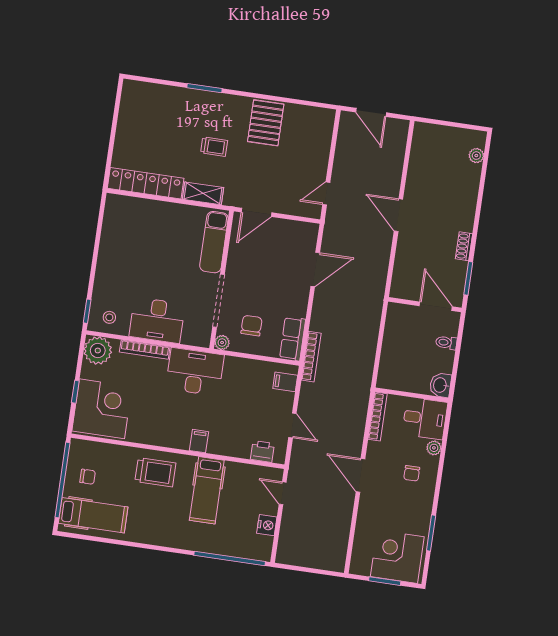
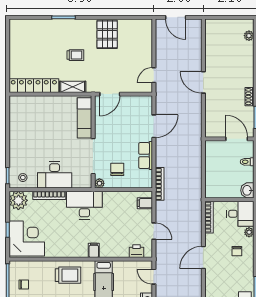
row of seats: (293, 339) -> (146, 156), moved
door: (360, 475) -> (203, 258), hinge flipped

